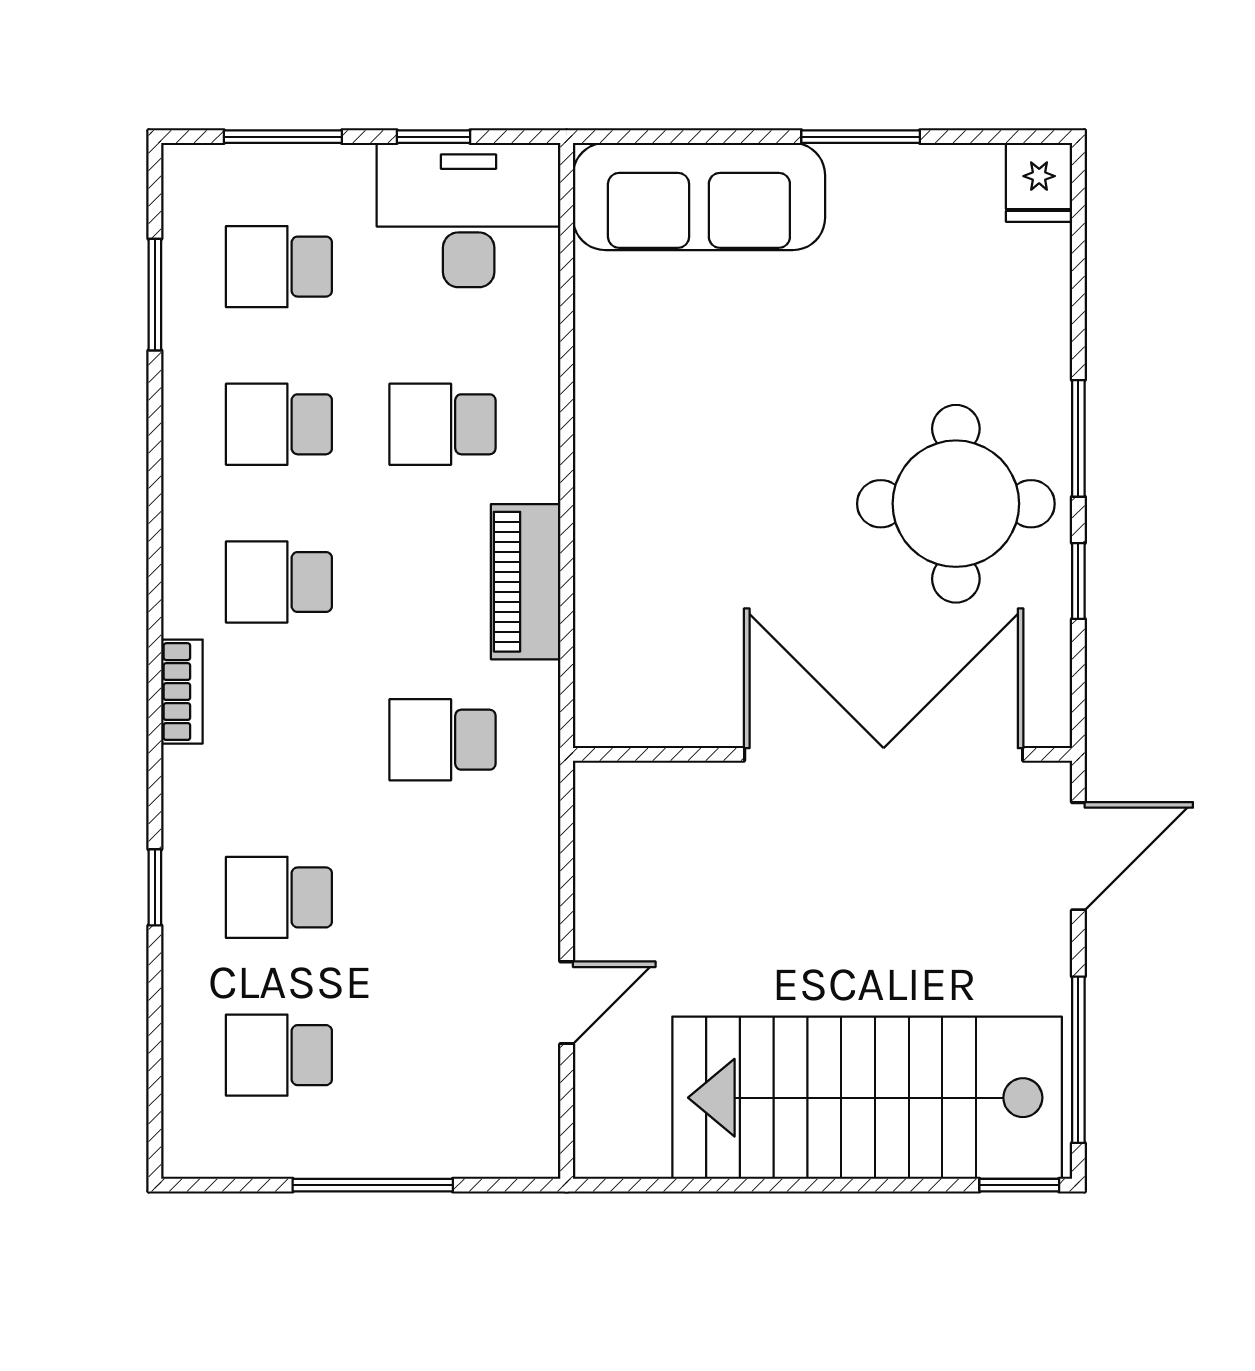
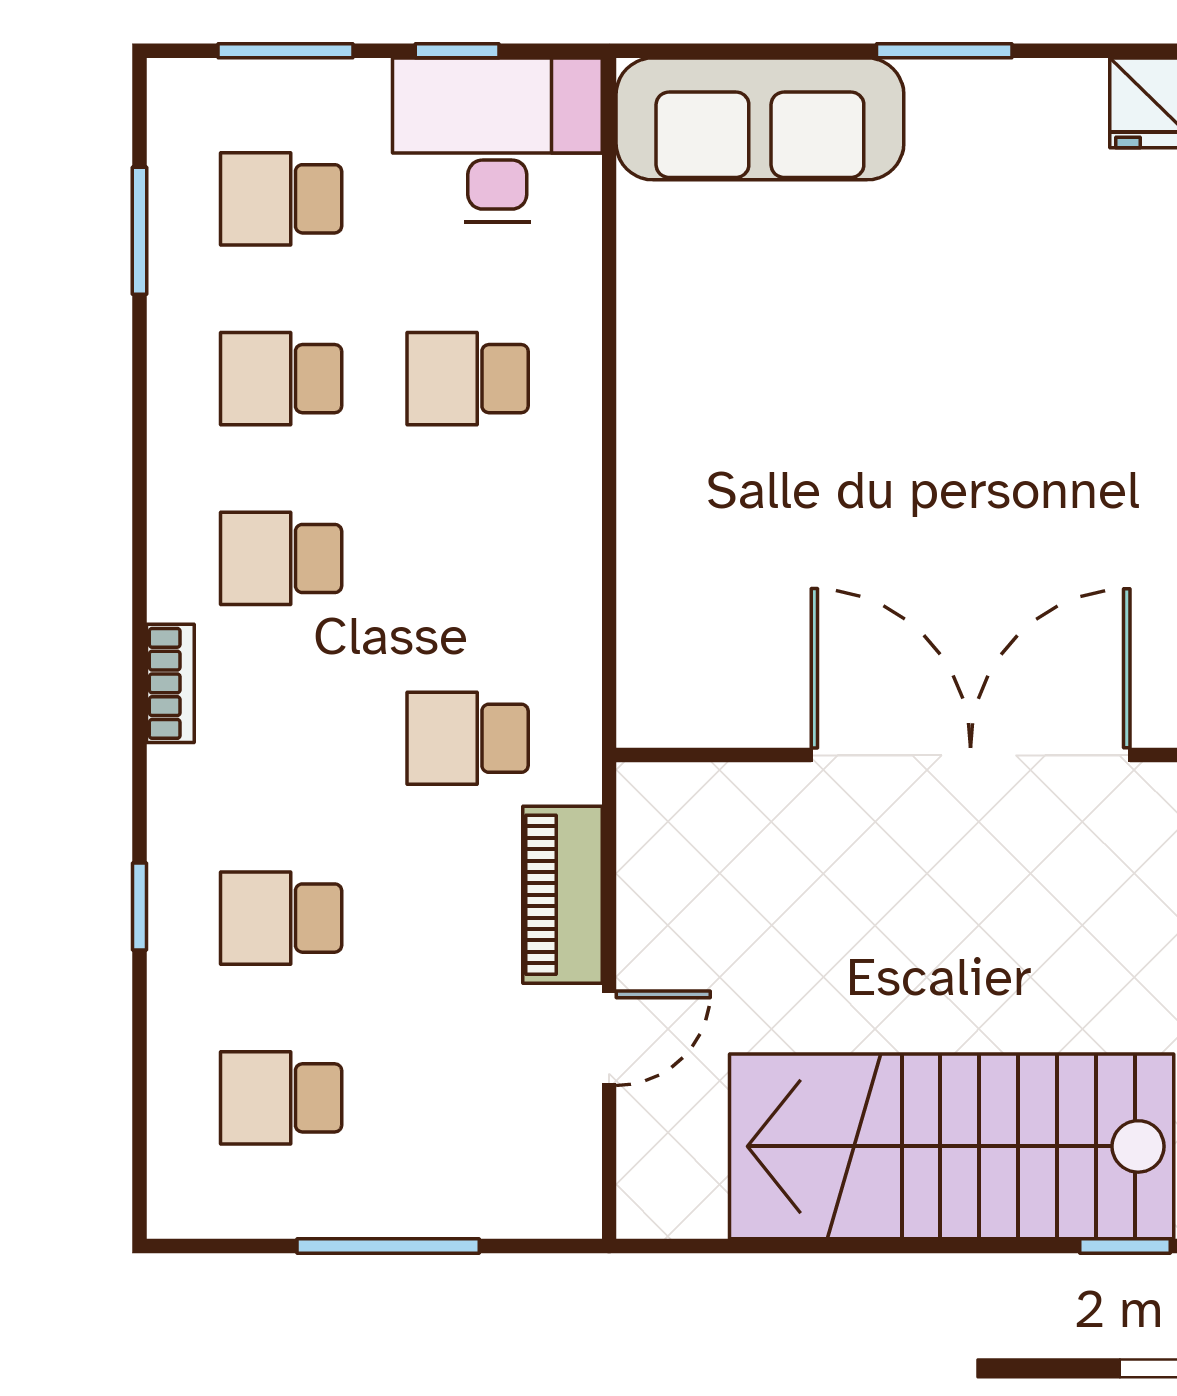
round table: (956, 504) -> (1053, 469), removed
piano: (526, 582) -> (562, 895), moved

